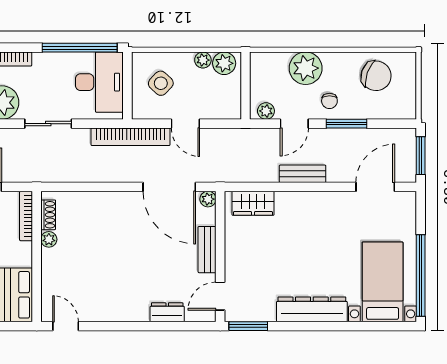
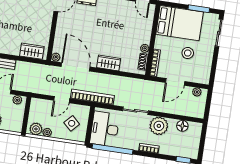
door: (185, 124) -> (62, 100), swing flipped
wardrobe: (110, 203) -> (109, 63), added
bench: (207, 250) -> (60, 30), removed

